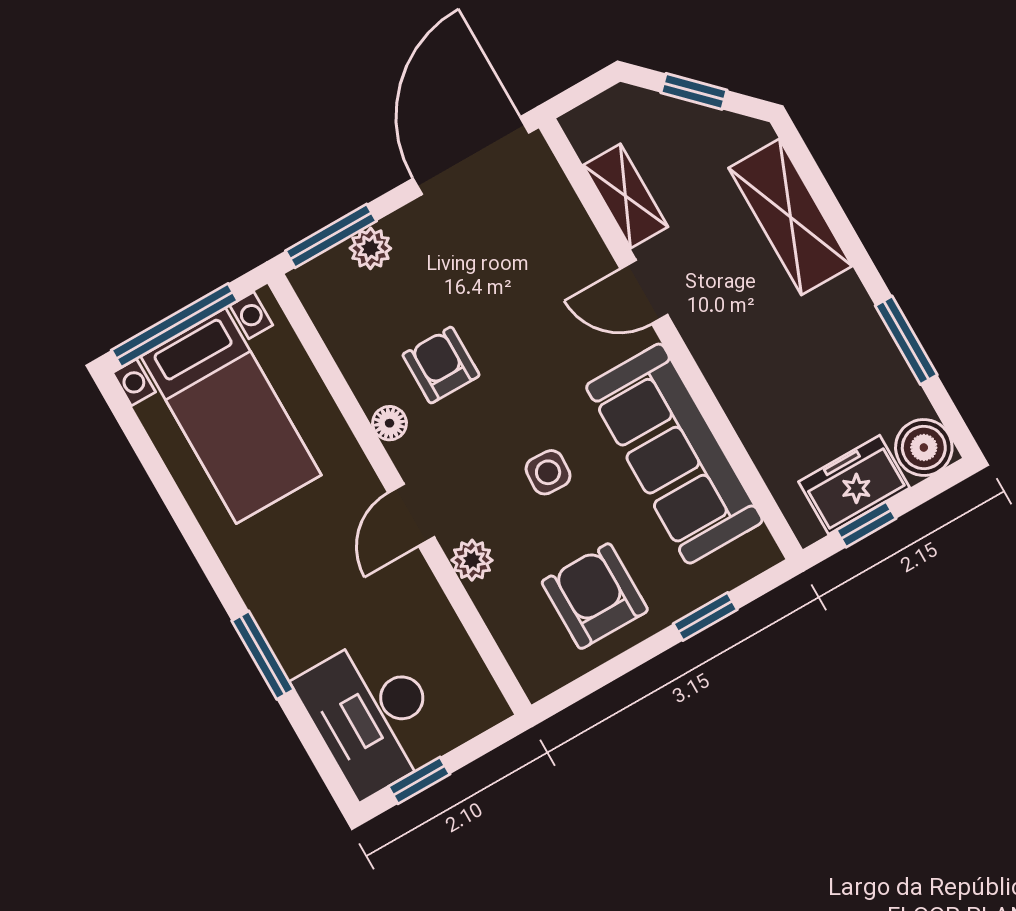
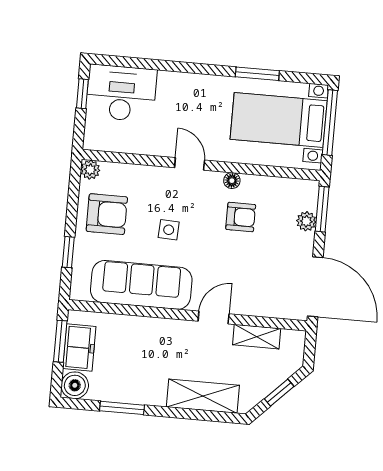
window: (866, 524) -> (60, 341), width x1.50
plant: (472, 560) -> (90, 170), moved
window: (263, 655) -> (257, 74), moved

